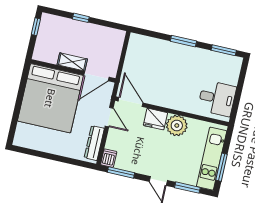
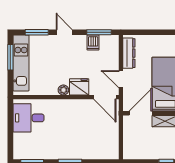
plant: (177, 125) -> (63, 90), width x0.53, depth x0.53
dishwasher: (109, 158) -> (93, 43), moved

